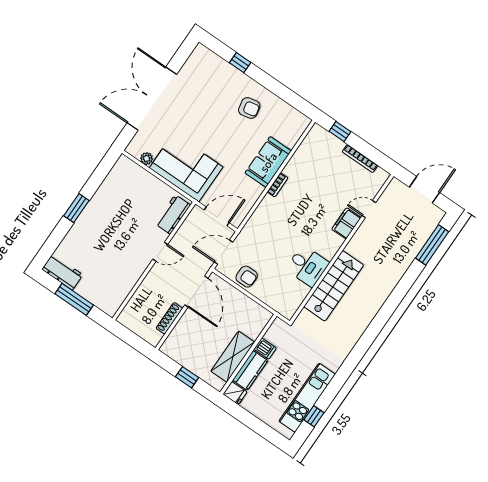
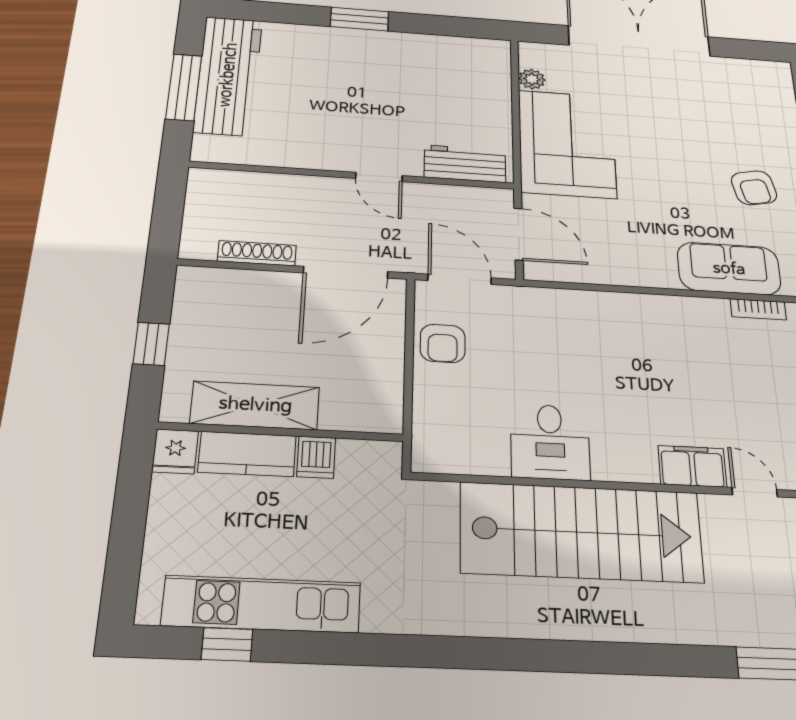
sofa: (268, 162) -> (729, 269), moved
bookcase: (277, 185) -> (758, 309), moved
workbench: (62, 272) -> (228, 75), width x1.88, depth x1.32
stairs: (334, 286) -> (581, 532), width x1.36, depth x1.51

